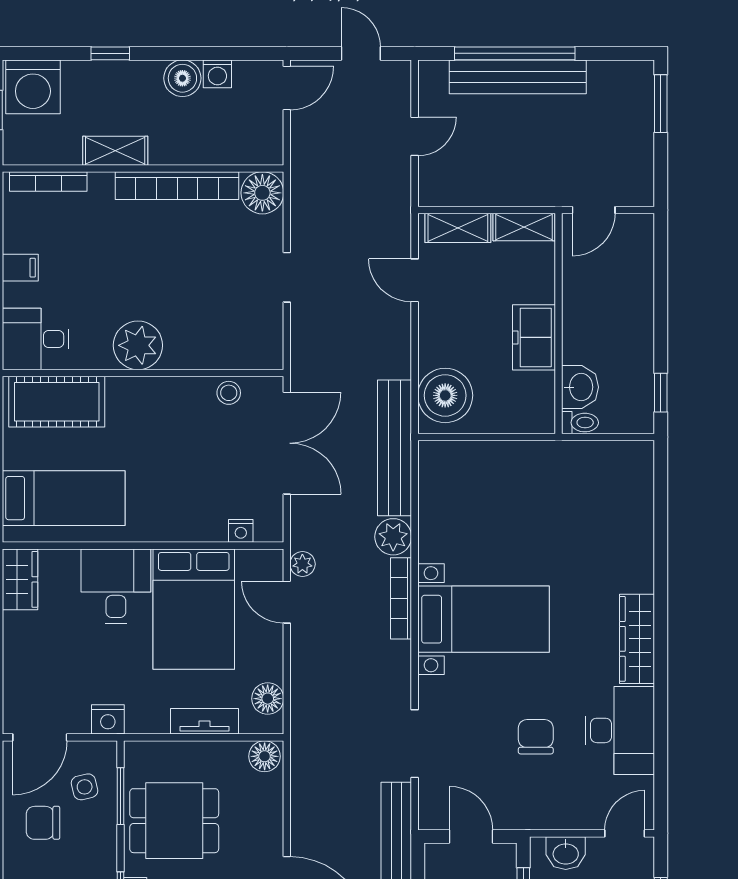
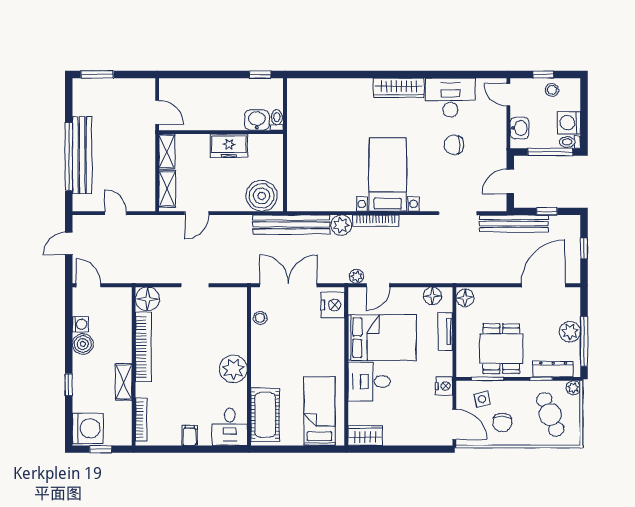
nightstand: (241, 531) -> (333, 305), width x1.89, depth x1.79

